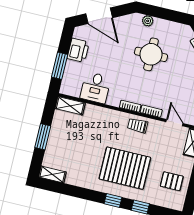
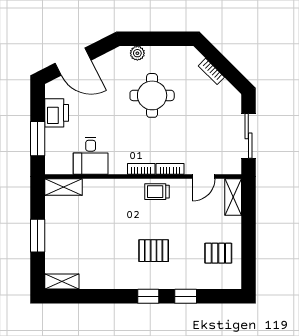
door: (174, 123) -> (204, 176), swing flipped
pallet: (125, 168) -> (154, 251), width x0.49, depth x0.50

